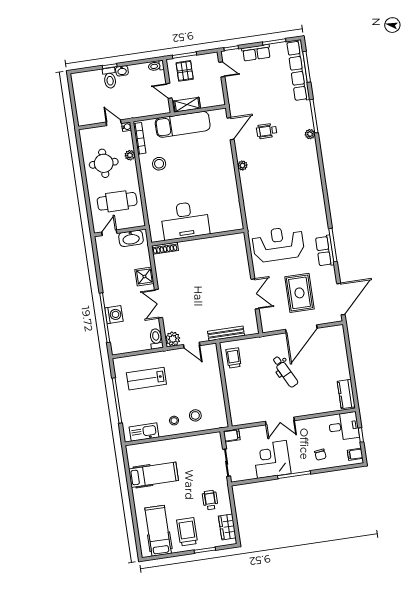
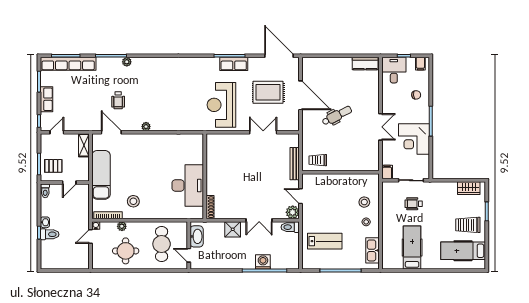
shelving: (187, 105) -> (84, 145), moved
door: (192, 345) -> (301, 196), swing flipped
lab bench: (146, 379) -> (325, 241), turned -90
wheelchair: (210, 500) -> (414, 204), moved

